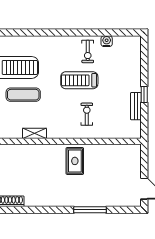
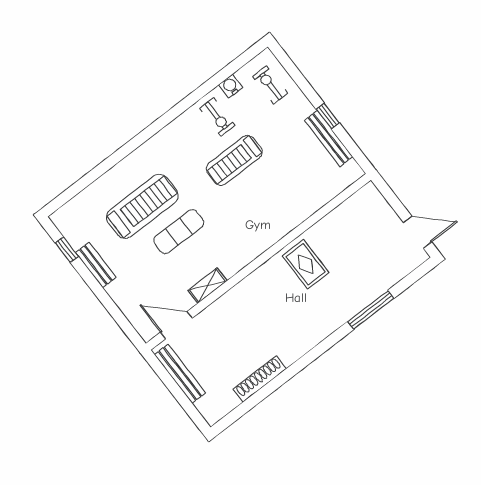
bench: (136, 106) -> (329, 138), width x1.36
exercise bike: (87, 114) -> (270, 85), moved
shelving: (34, 133) -> (208, 286), moved

